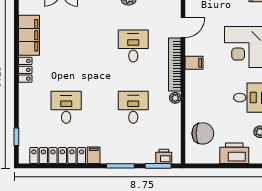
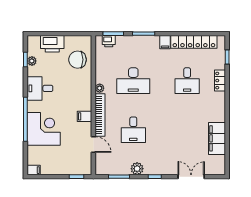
door: (183, 28) -> (93, 145), swing flipped
locker: (25, 70) -> (220, 81), moved
desk: (133, 107) -> (133, 81), width x1.37

